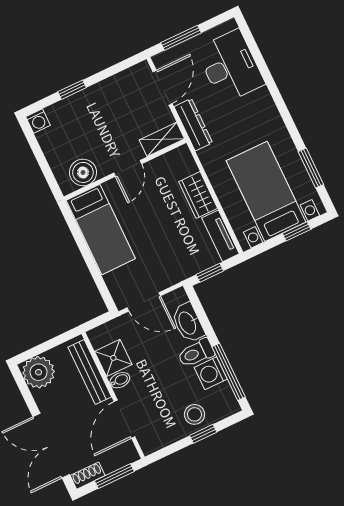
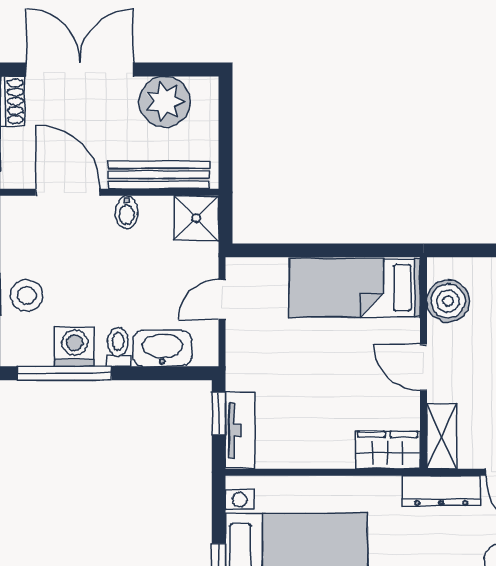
wardrobe: (198, 195) -> (388, 450), moved
tv unit: (220, 236) -> (240, 430), moved, turned 90
door: (144, 302) -> (222, 300), width x0.73
toilet: (196, 353) -> (118, 347), width x0.73, depth x0.72
shower: (113, 358) -> (196, 218), moved
plant: (39, 372) -> (165, 102), moved

